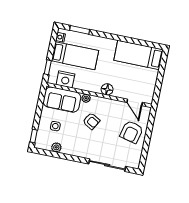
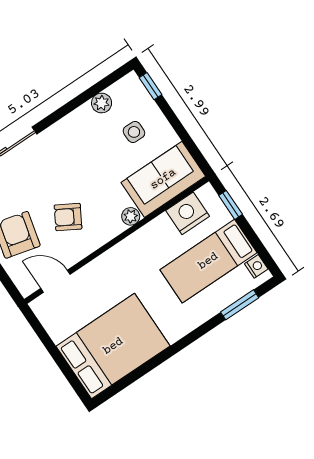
bed: (139, 55) -> (113, 346), width x1.50
floor lamp: (107, 89) -> (114, 260), removed
armchair: (91, 121) -> (68, 217), moved

